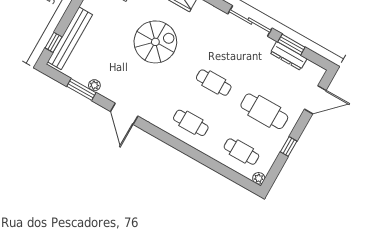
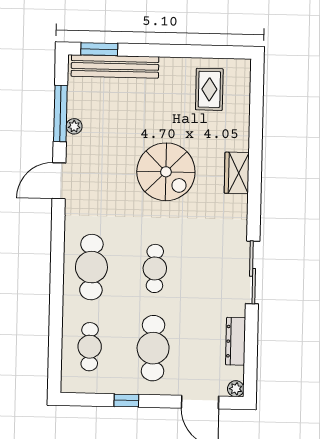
window: (53, 42) -> (99, 49), width x1.50
window: (291, 45) -> (251, 338), removed
window: (81, 90) -> (60, 113), width x1.44
cafe table: (191, 123) -> (91, 267), width x1.37, depth x1.35
plant: (259, 178) -> (236, 389), moved

